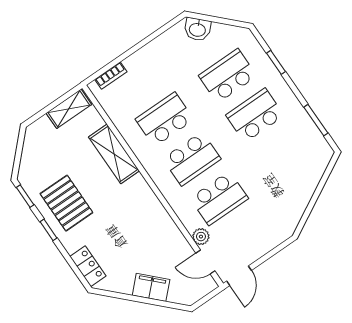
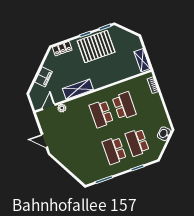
school desk: (228, 76) -> (137, 142), turned 180
school desk: (255, 115) -> (114, 151), turned 180
shelving: (114, 154) -> (78, 89), moved
school desk: (219, 198) -> (78, 122), removed
pallet: (66, 203) -> (96, 47), width x1.37, depth x1.41
door: (239, 276) -> (44, 141), moved

